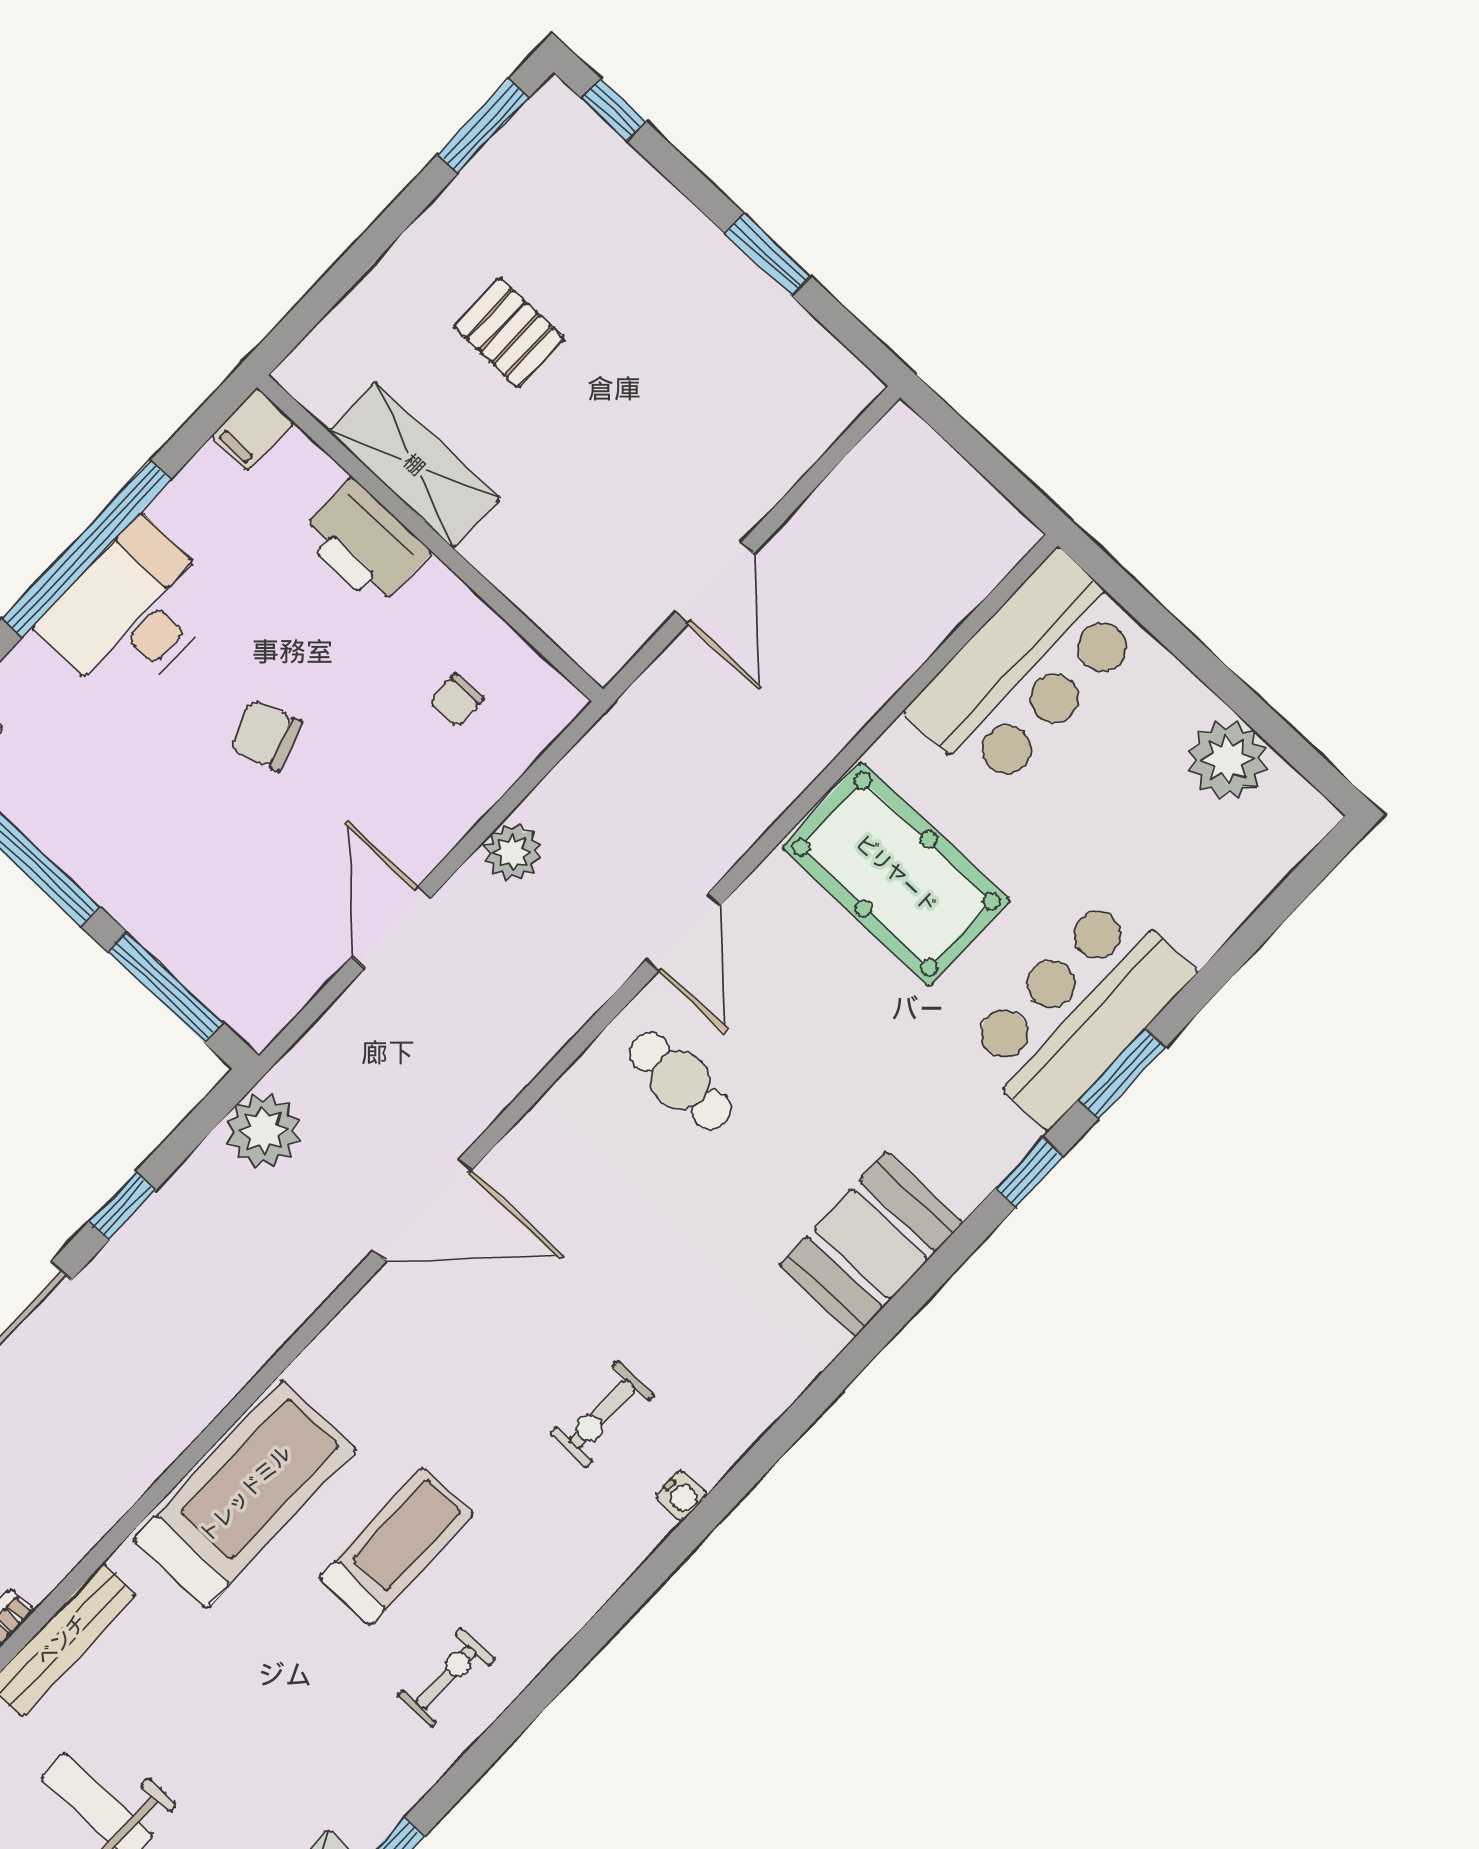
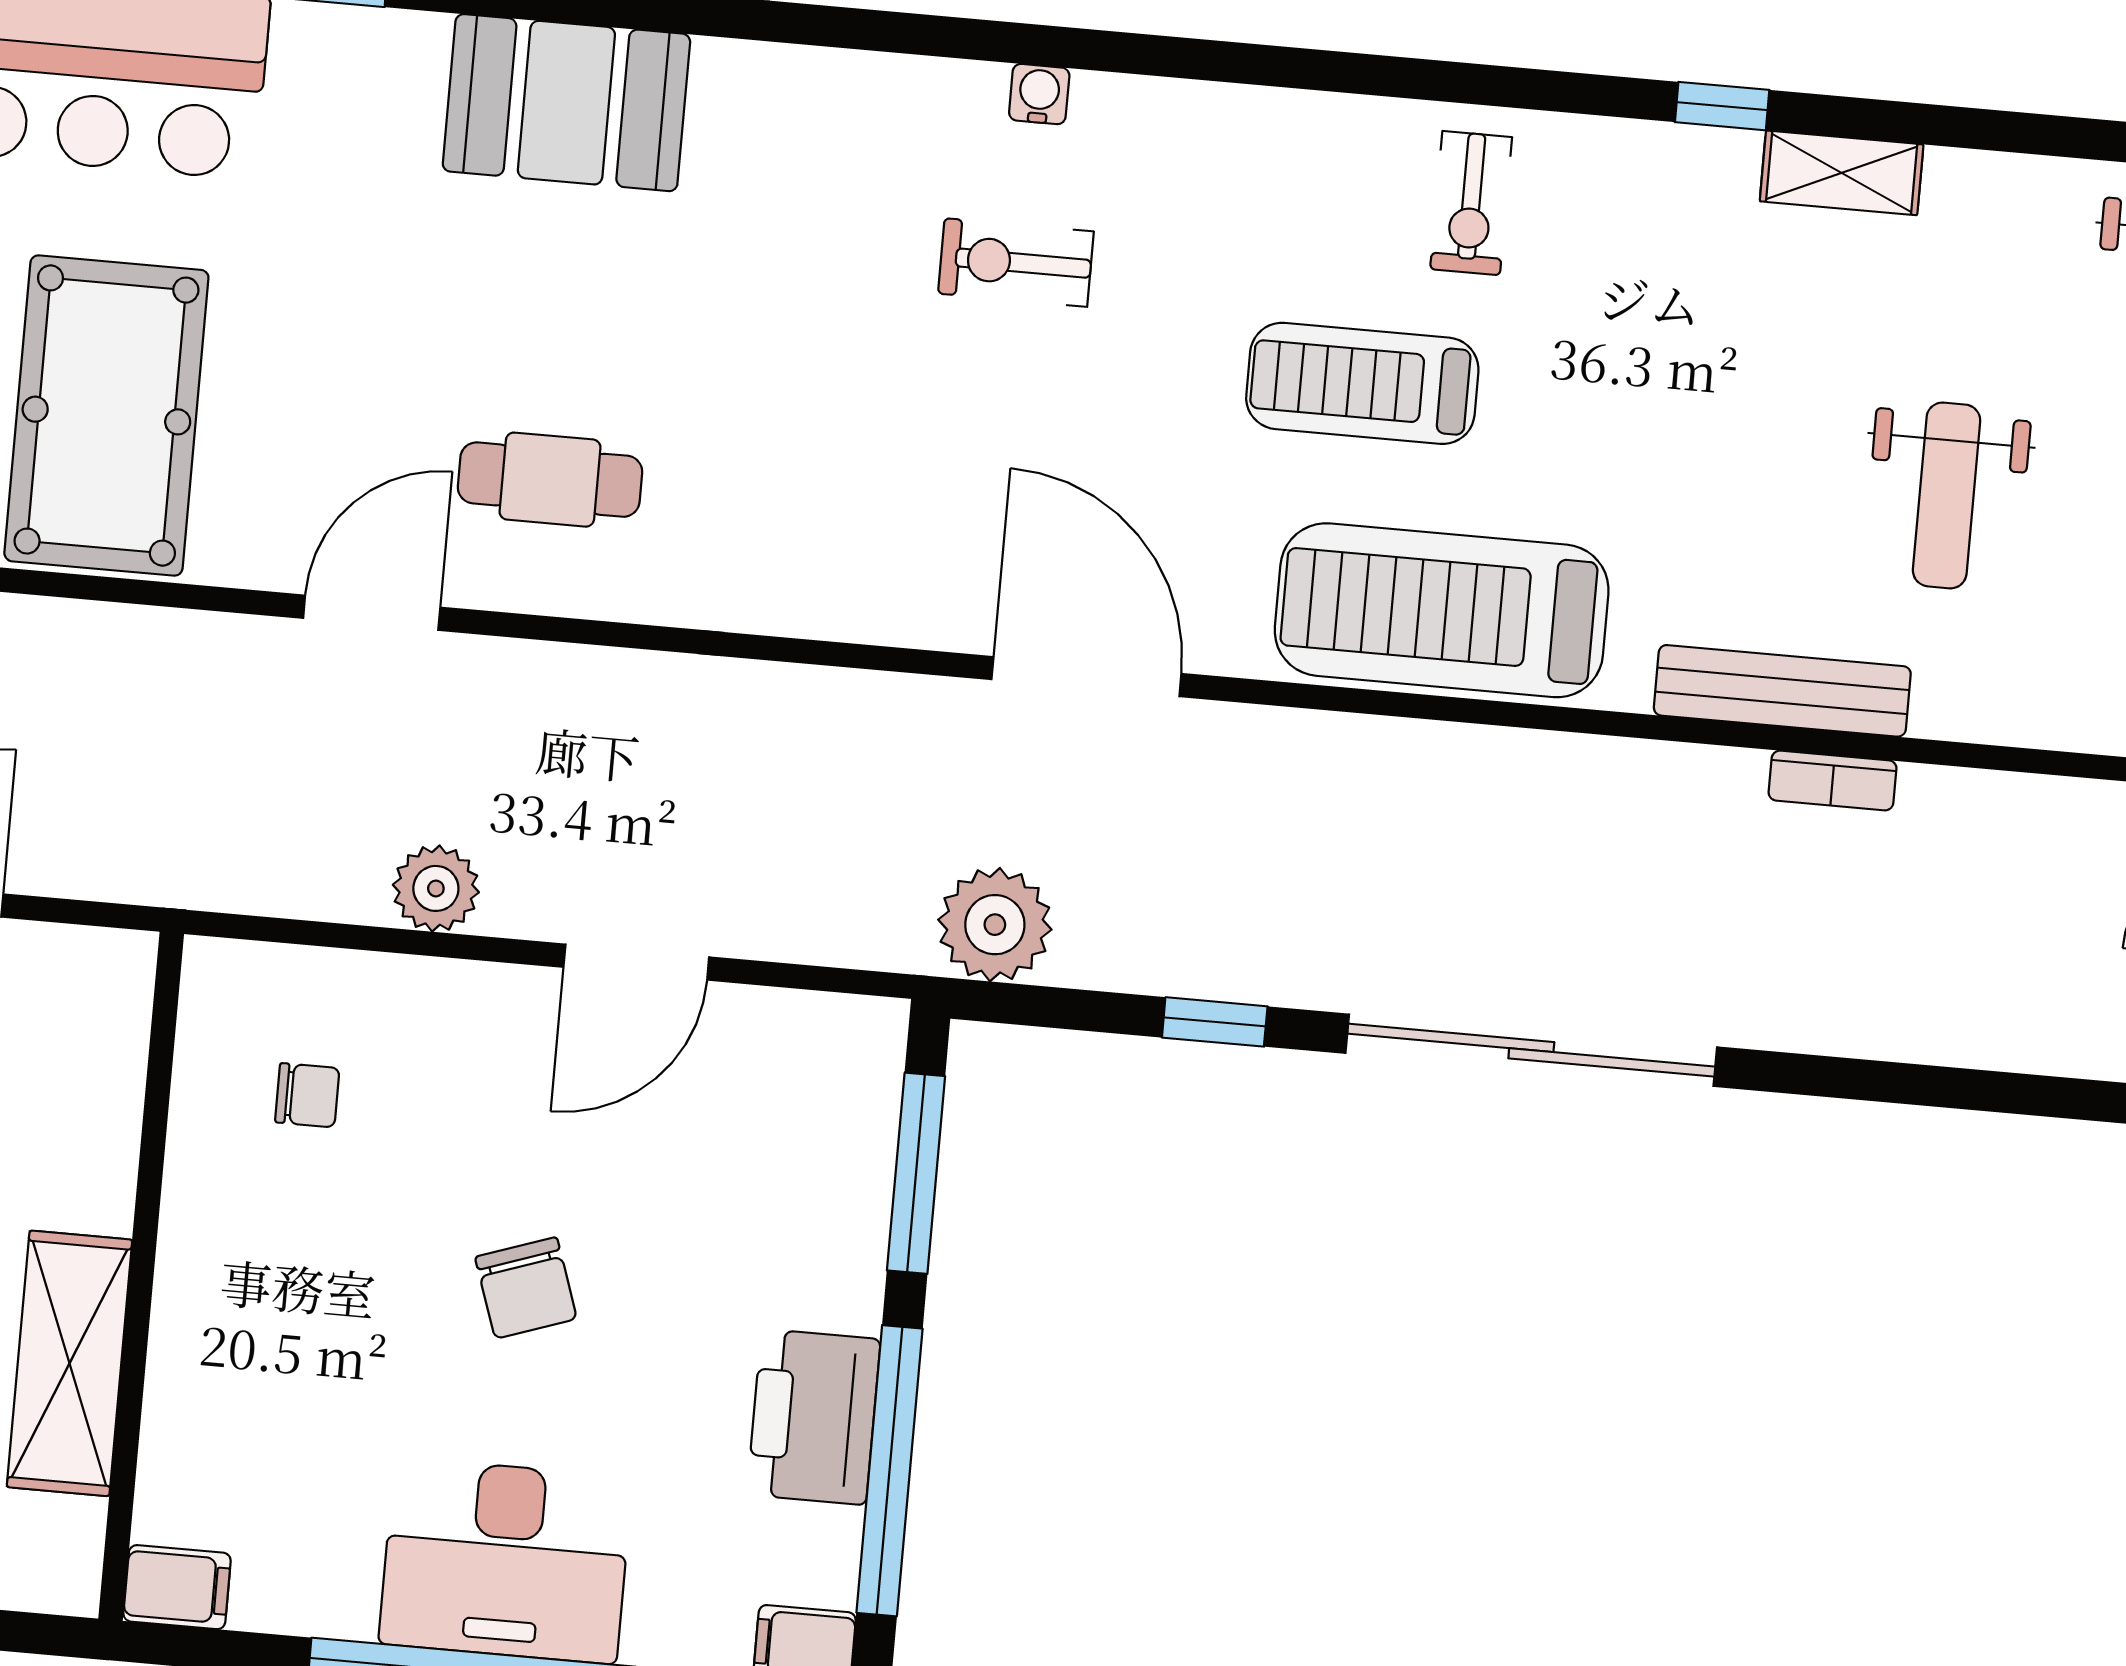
printer: (365, 543) -> (814, 1417), moved, turned 180
cafe table: (680, 1080) -> (550, 480), turned 90
door: (422, 1210) -> (1086, 677), moved
exercise bike: (602, 1414) -> (1016, 262), turned 180
exercise bike: (446, 1677) -> (1471, 203), turned -90

